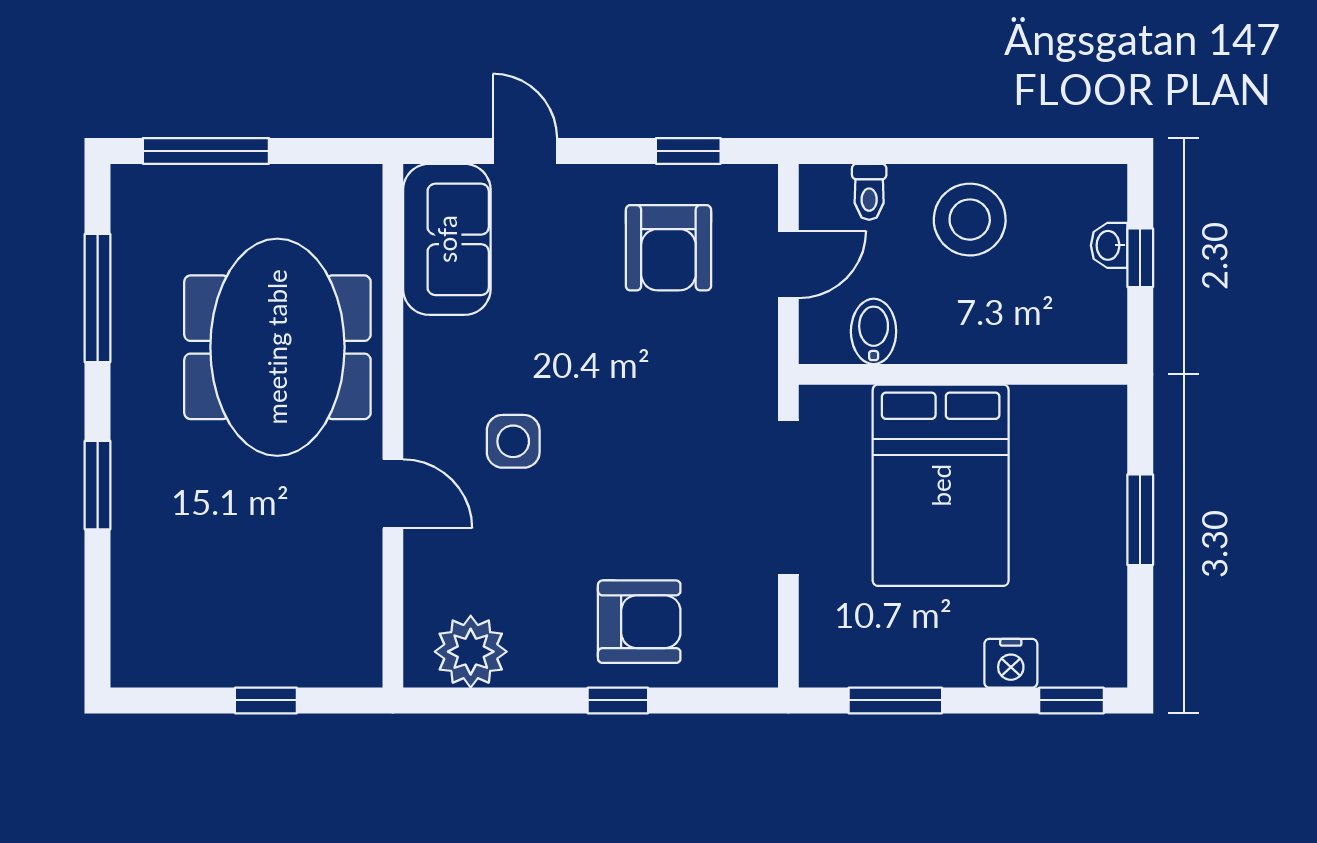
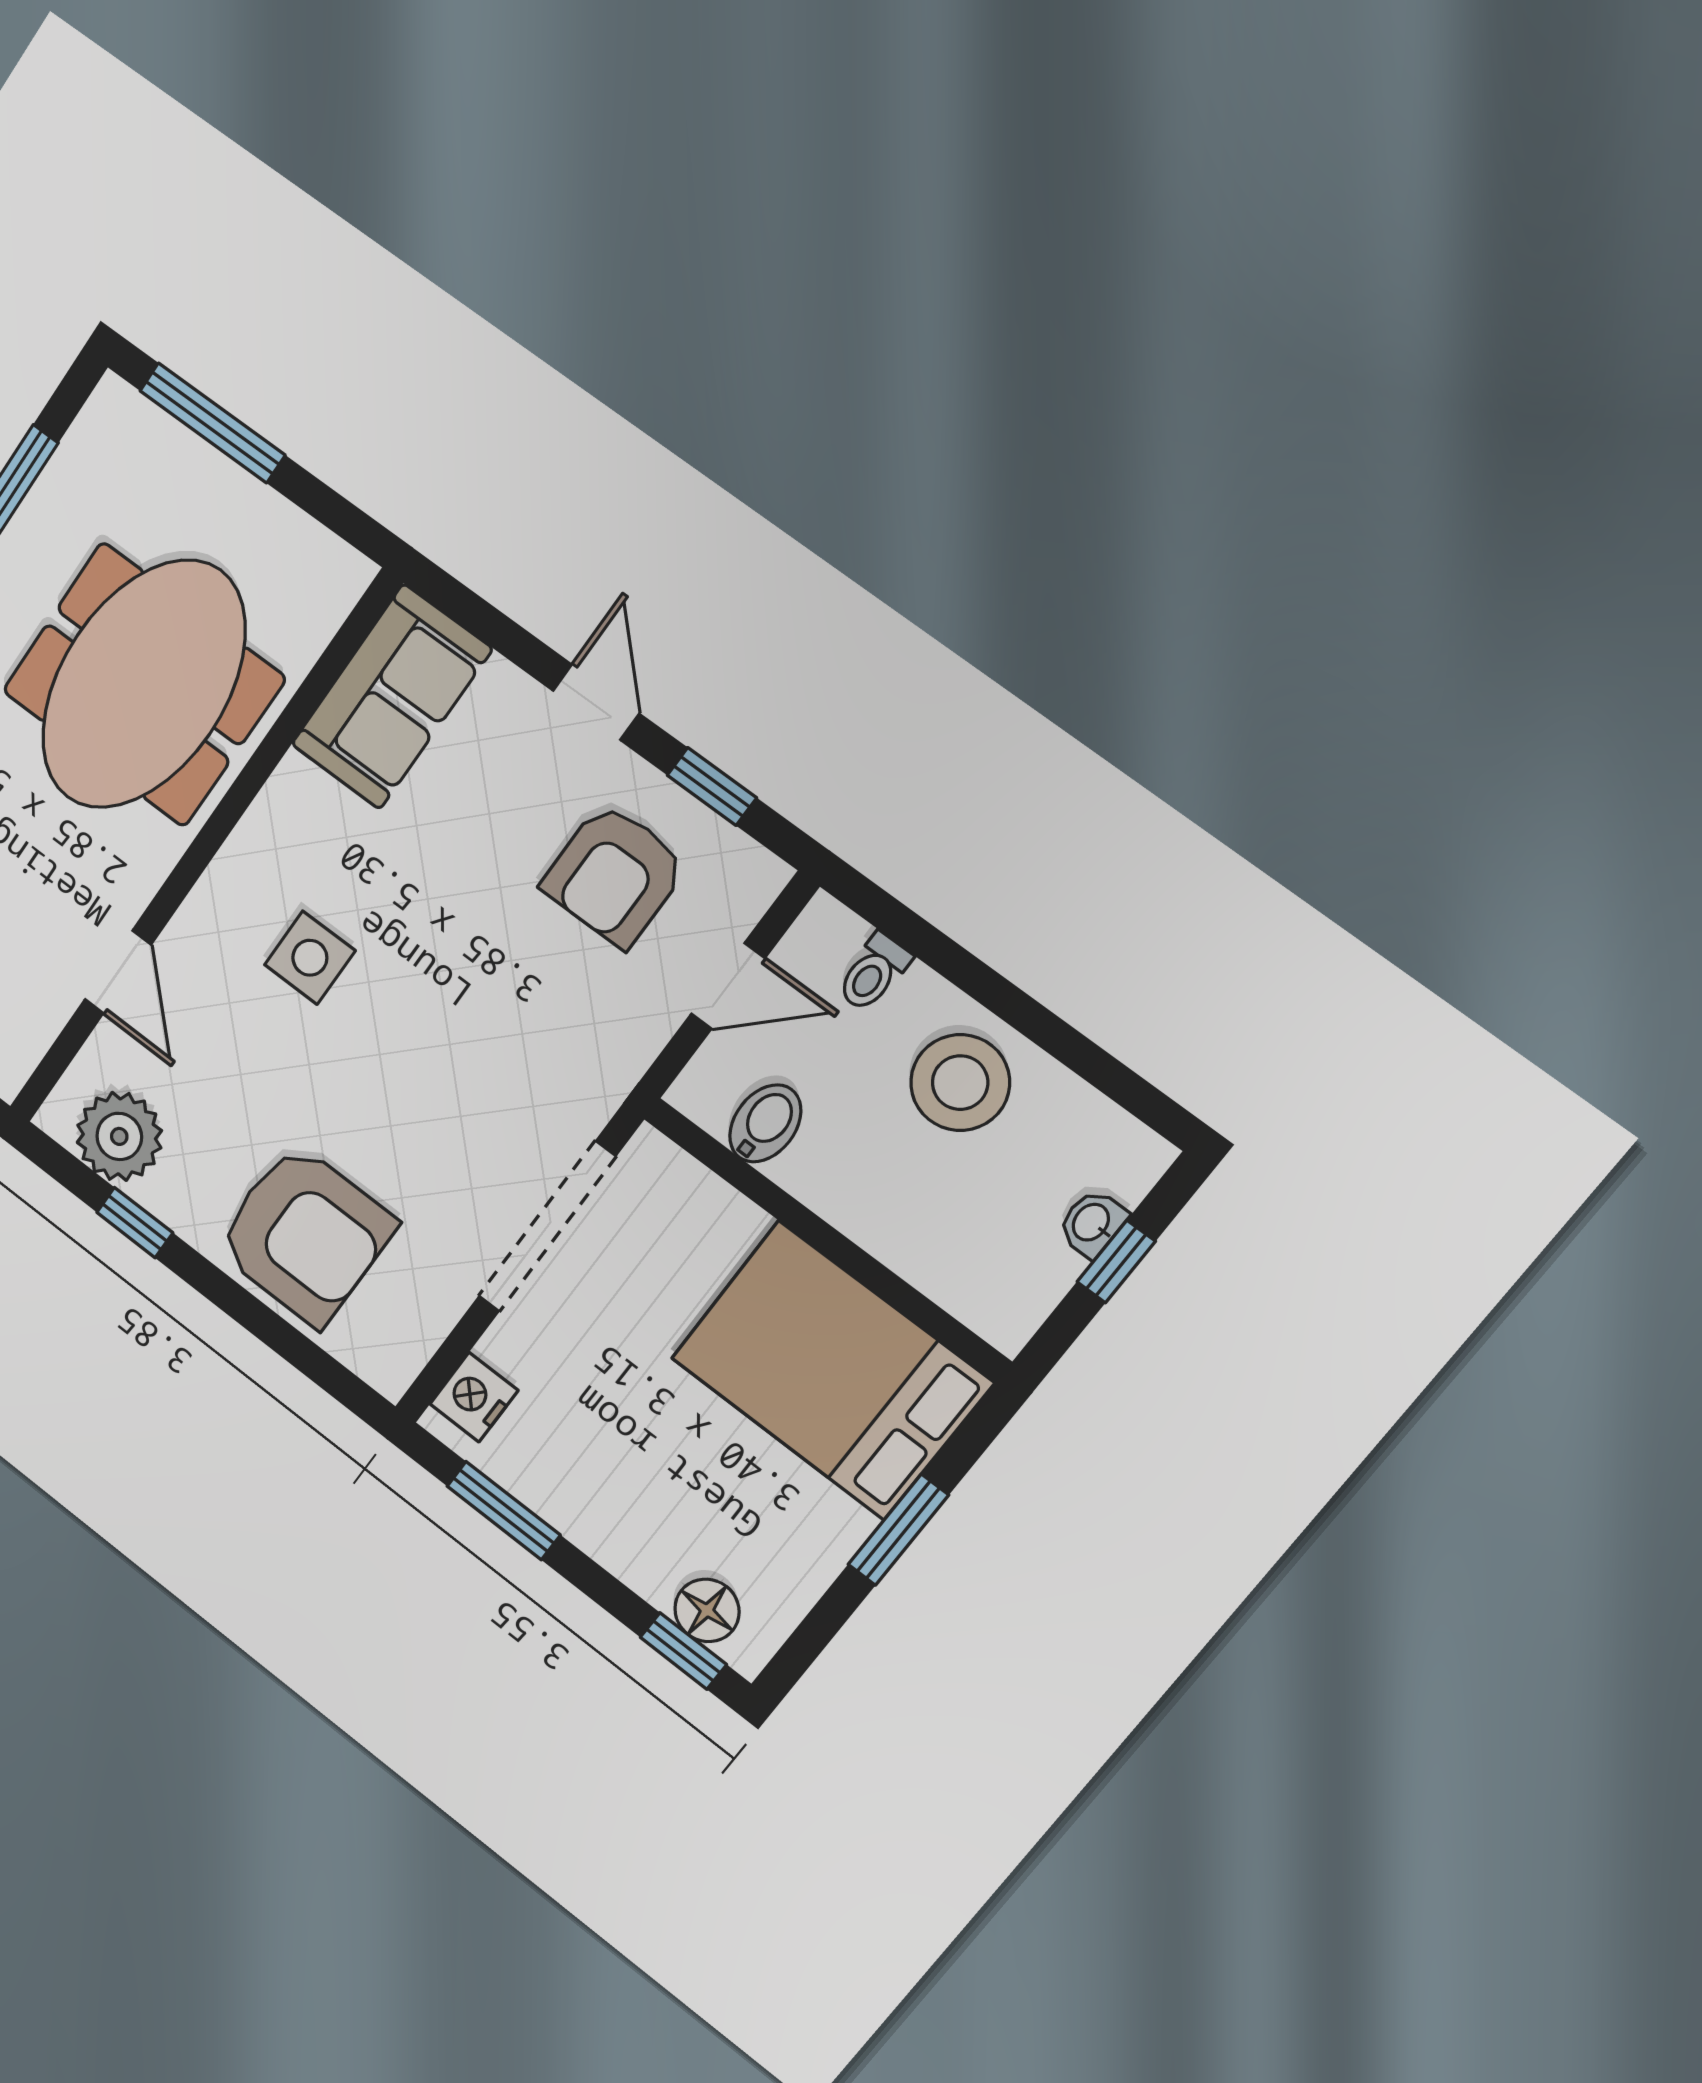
door: (525, 151) -> (596, 702), moved
bed: (941, 485) -> (831, 1370), moved, turned 90
door: (393, 494) -> (118, 972), moved
armchair: (639, 622) -> (305, 1235), width x1.36, depth x1.36
nightstand: (1011, 663) -> (474, 1397), moved, turned 90
floor lamp: (1066, 663) -> (707, 1610), added
window: (618, 700) -> (135, 1223), moved

